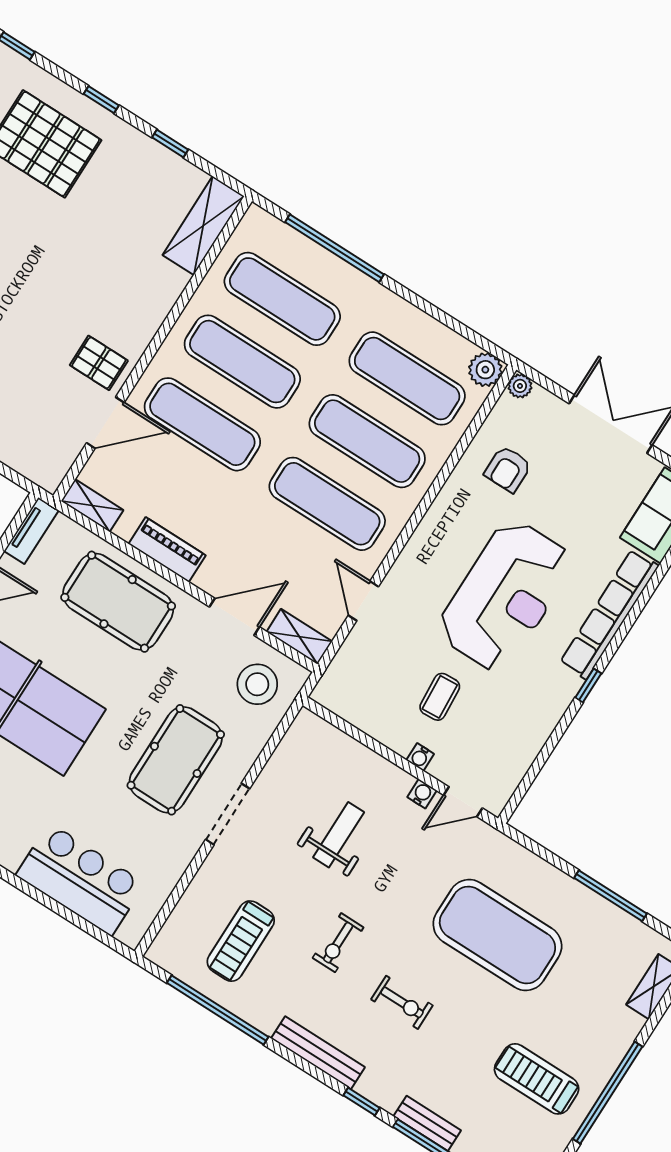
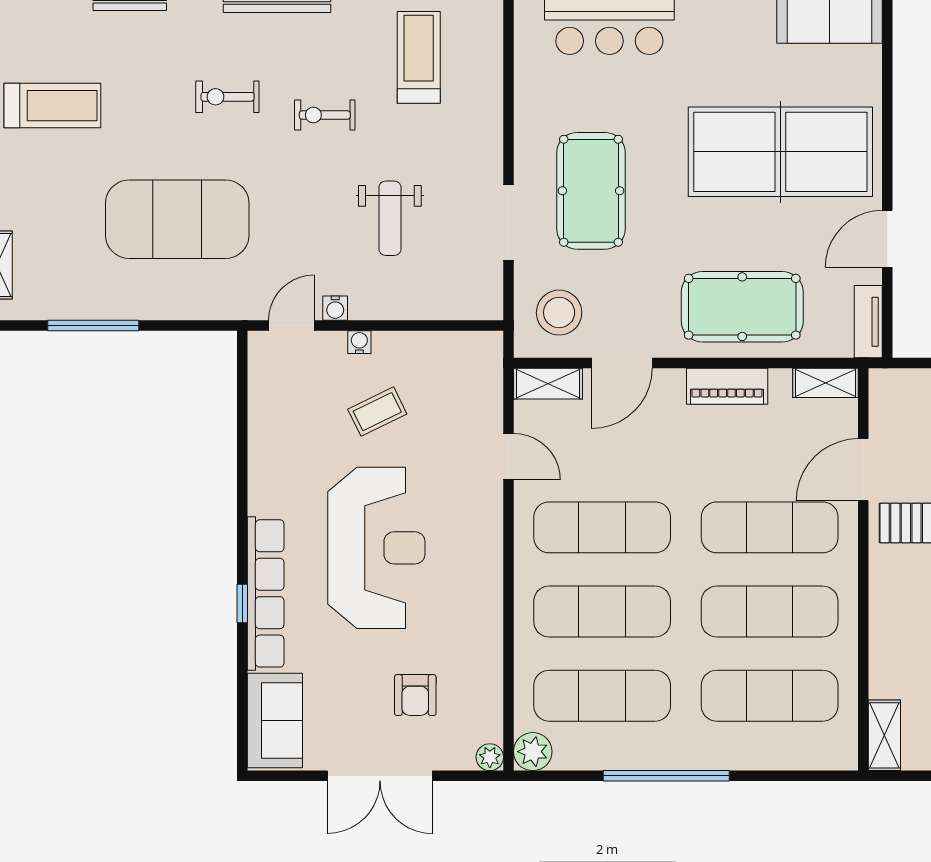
shelving: (203, 226) -> (884, 735), width x0.67, depth x0.75
window: (335, 248) -> (666, 776), moved
armchair: (508, 469) -> (415, 695), moved, turned 180
reception desk: (505, 596) -> (376, 548), turned 180
window: (588, 685) -> (242, 604), moved
coffee table: (440, 697) -> (377, 412), turned 68
doorway: (228, 814) -> (508, 223), moved
exercise bike: (338, 943) -> (325, 115), turned -90

